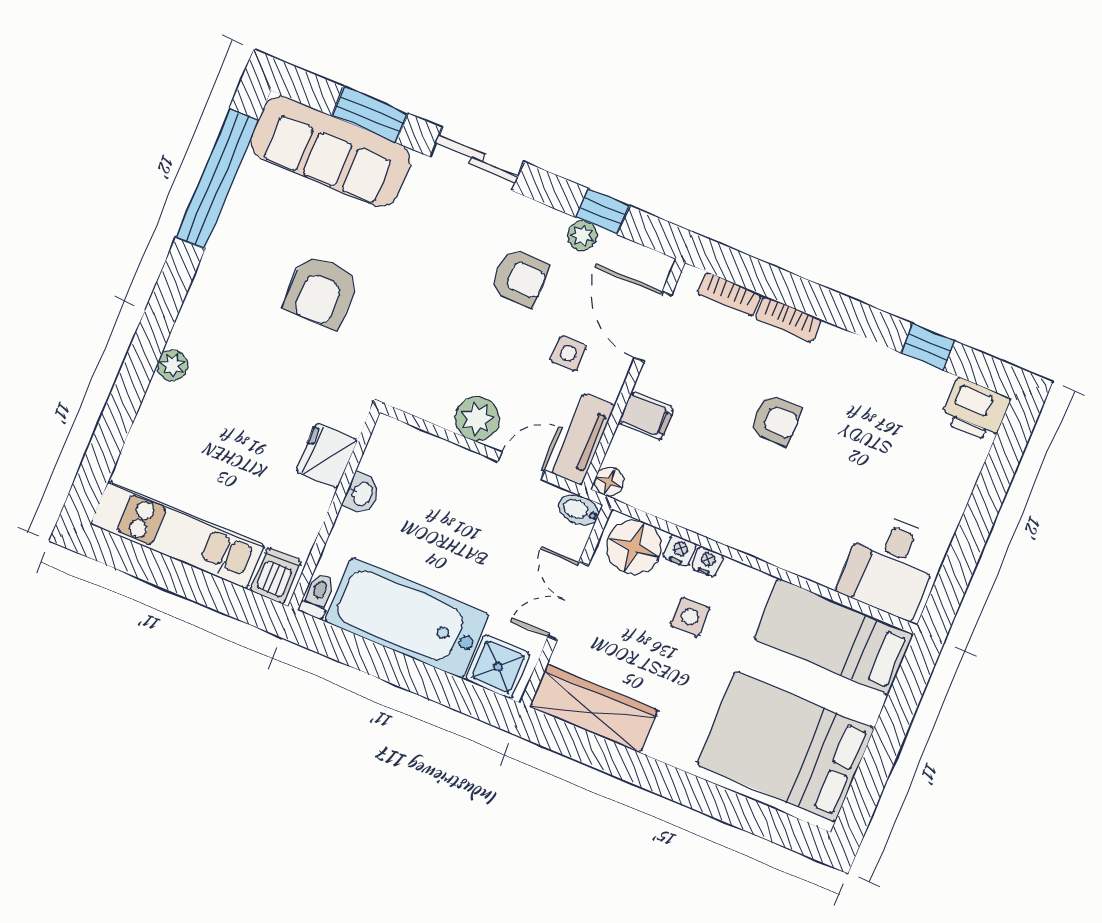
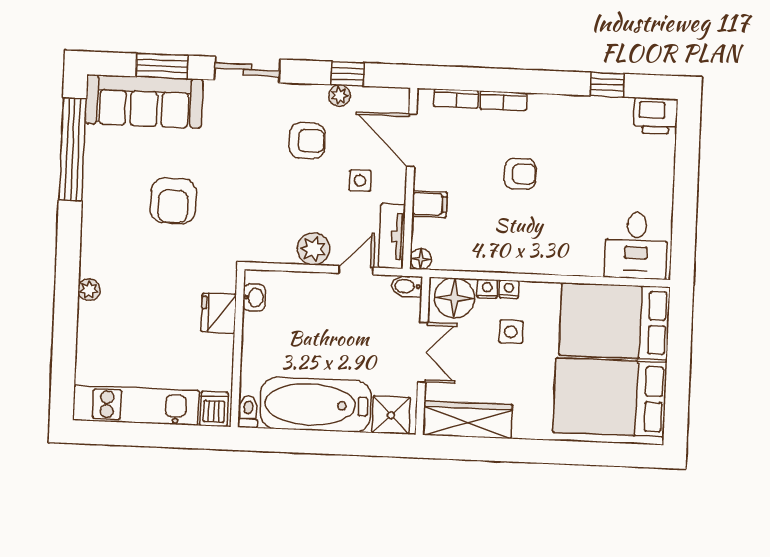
washbasin: (362, 494) -> (254, 298), moved
double door: (568, 601) -> (423, 352), swing flipped
bed: (833, 636) -> (615, 321), width x1.50

